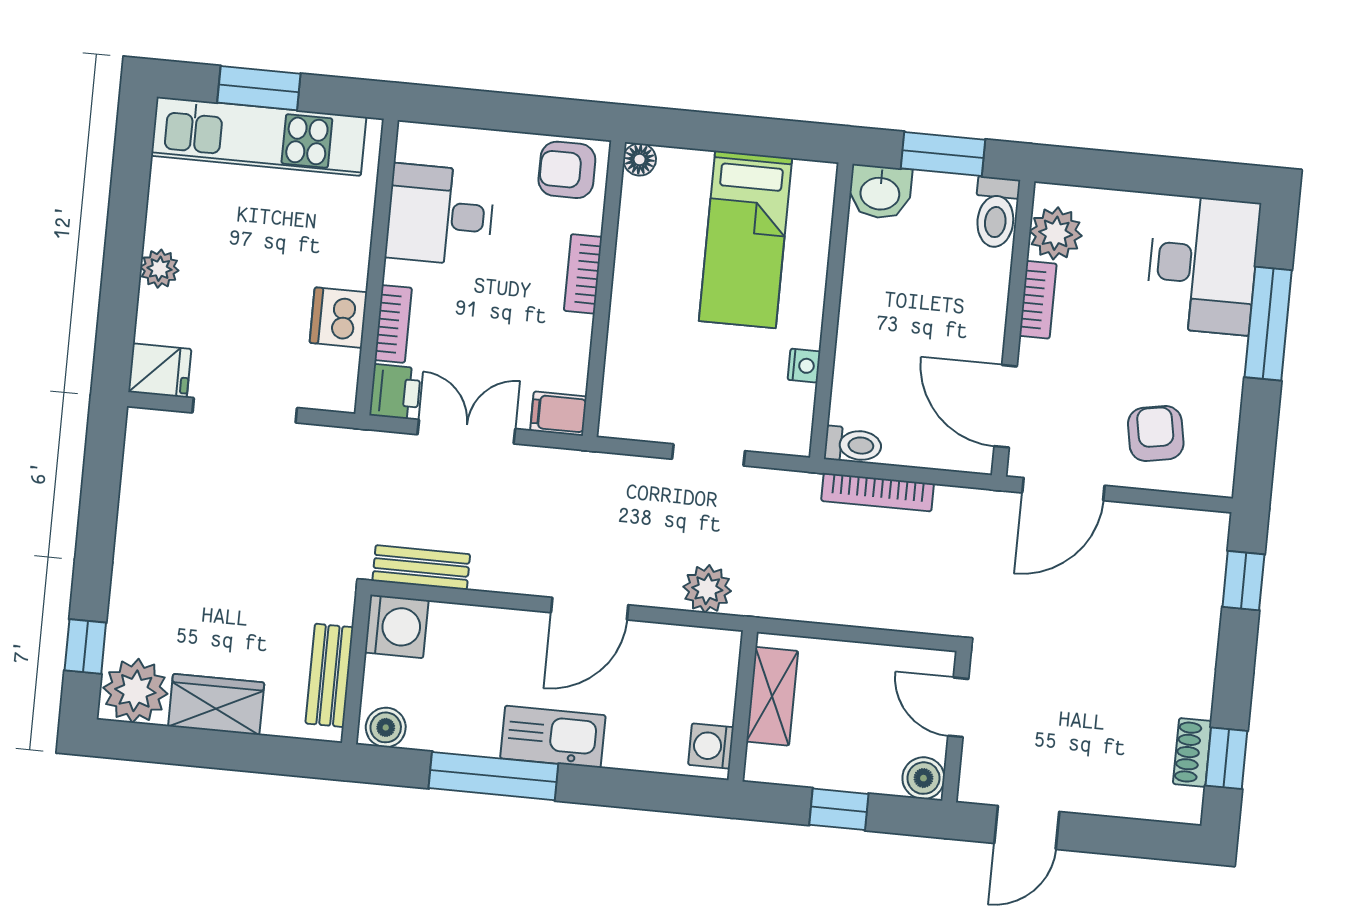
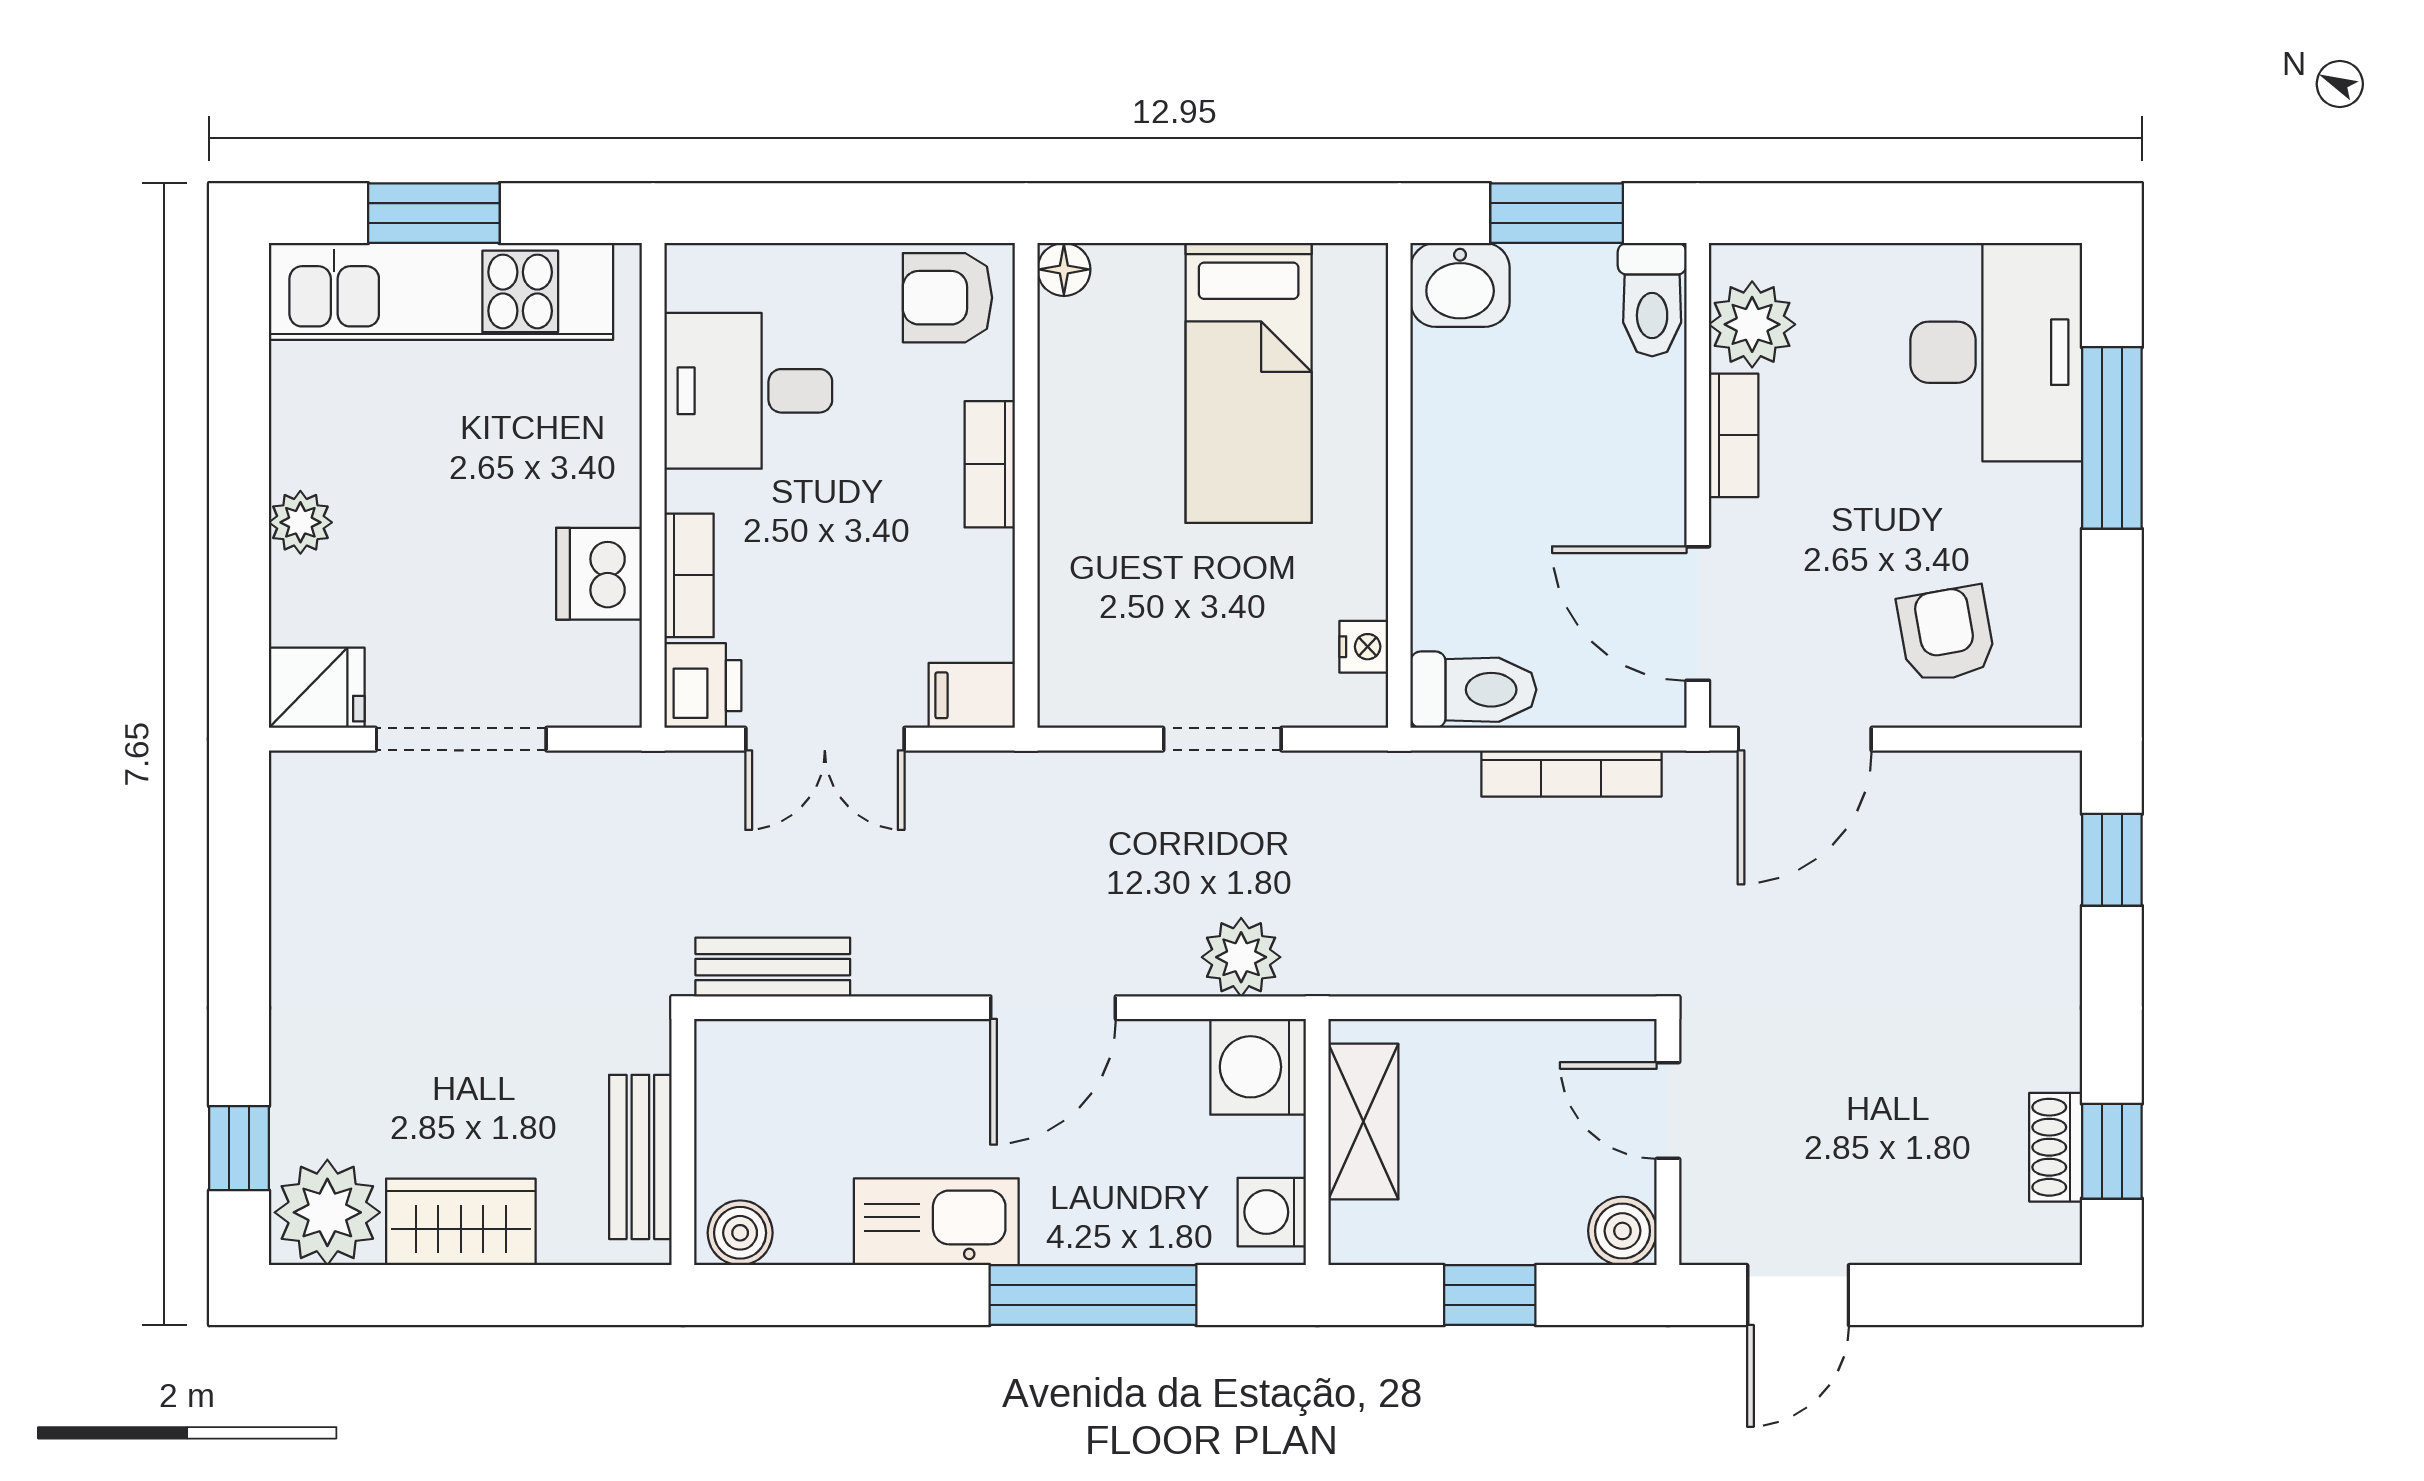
nightstand: (804, 366) -> (1364, 647), moved
double door: (466, 432) -> (825, 739), swing flipped
toilet: (853, 445) -> (1473, 690), width x1.37, depth x1.39
bookcase: (878, 492) -> (1571, 773), moved
washing machine: (397, 626) -> (1258, 1067), moved, turned 180
kitchen sink: (553, 737) -> (936, 1222), moved
window: (493, 776) -> (1093, 1295), moved

